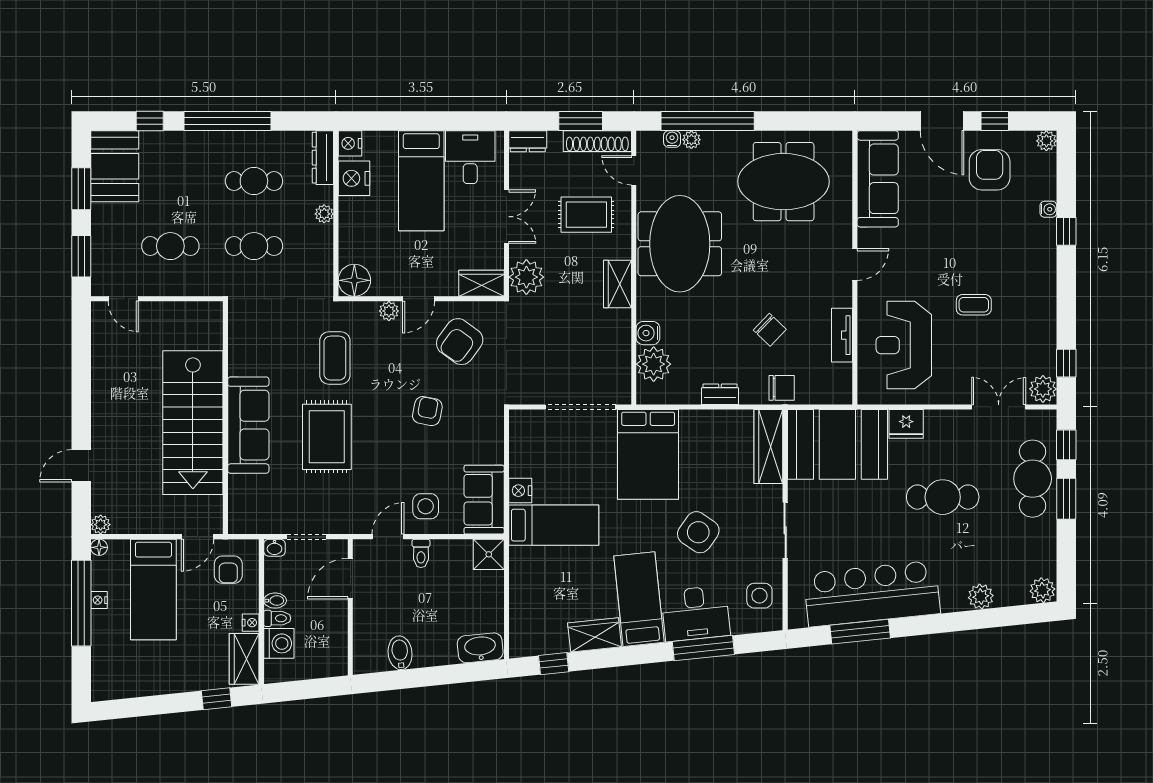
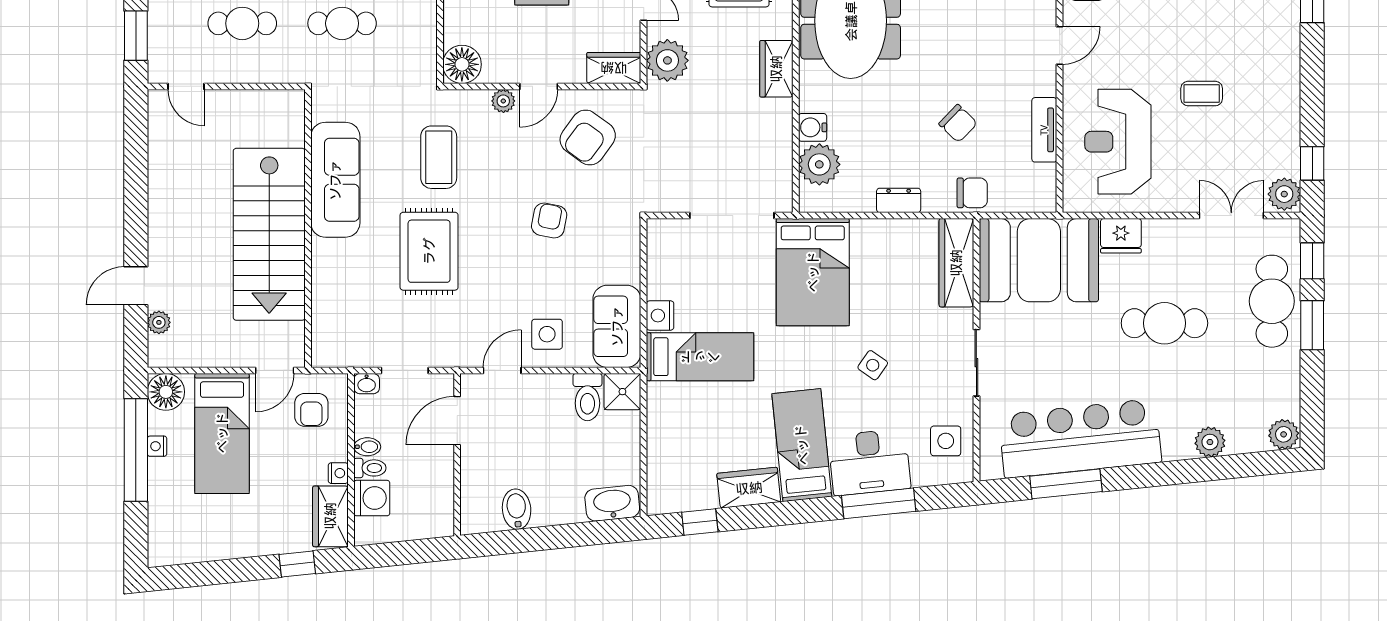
sofa: (248, 425) -> (335, 180), moved
plant: (101, 525) -> (159, 322), moved
side table: (698, 532) -> (873, 365), width x0.54, depth x0.54
floor lamp: (99, 547) -> (166, 392), width x1.89, depth x1.89
toilet: (421, 553) -> (587, 397), moved, width x1.37, depth x1.39

